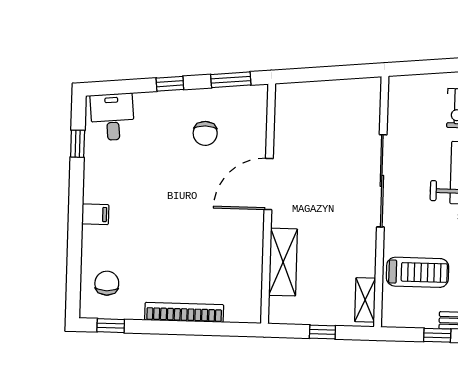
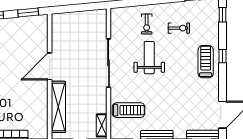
chair: (205, 133) -> (16, 41), removed
shelving: (283, 262) -> (58, 107), width x1.47

